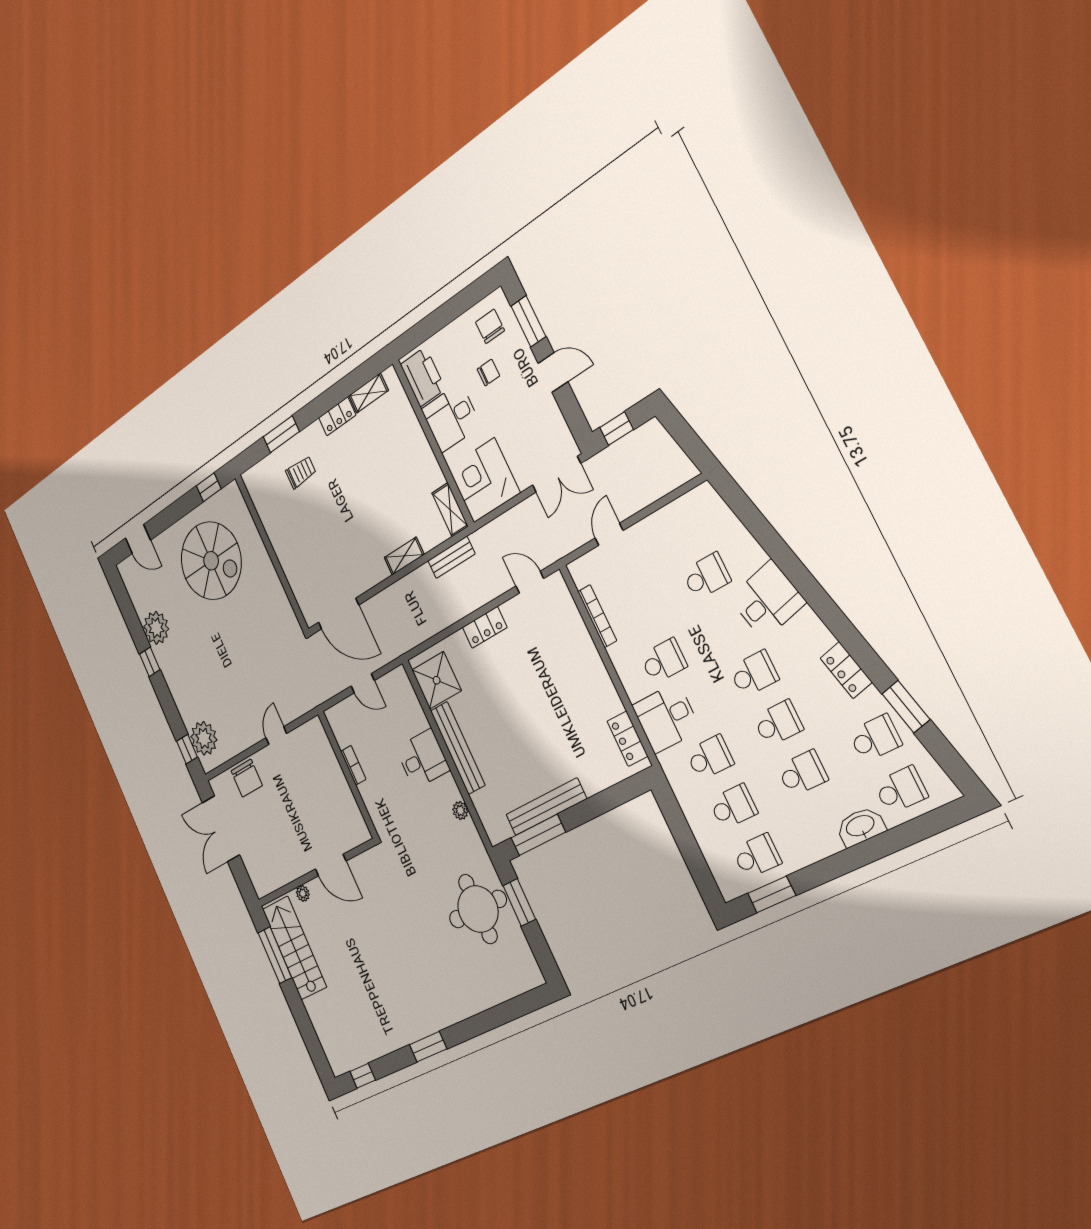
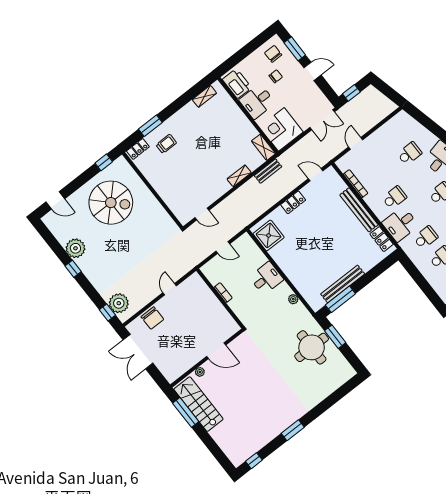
locker: (337, 416) -> (138, 149), moved
door: (339, 614) -> (202, 214), width x0.53
bench: (458, 748) -> (359, 210), moved

